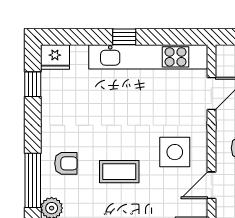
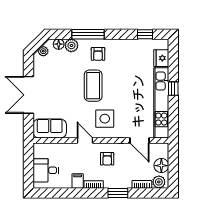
fridge: (55, 57) -> (161, 58), moved
coffee table: (119, 172) -> (93, 86), width x1.36, depth x1.32

